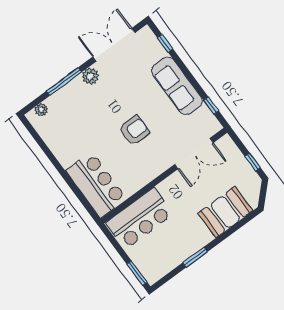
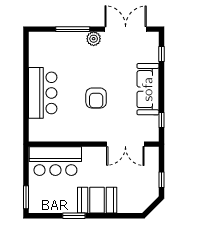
plant: (41, 110) -> (43, 37), removed
armchair: (134, 130) -> (96, 98), turned 90
bar counter: (96, 185) -> (43, 93), moved
booth: (225, 212) -> (97, 200), moved

